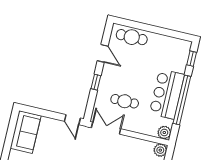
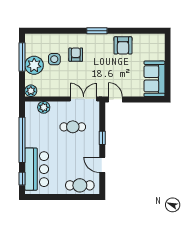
bar counter: (167, 94) -> (37, 169), moved
double door: (106, 128) -> (84, 99), swing flipped
plant: (164, 133) -> (44, 107), moved

